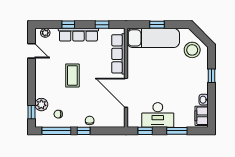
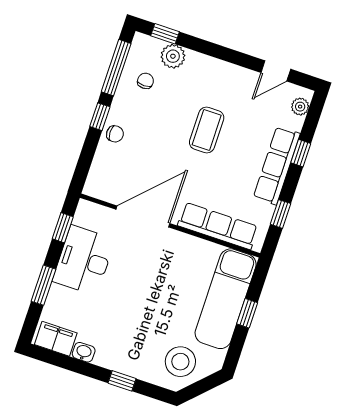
coffee table: (72, 75) -> (207, 130), turned 90

